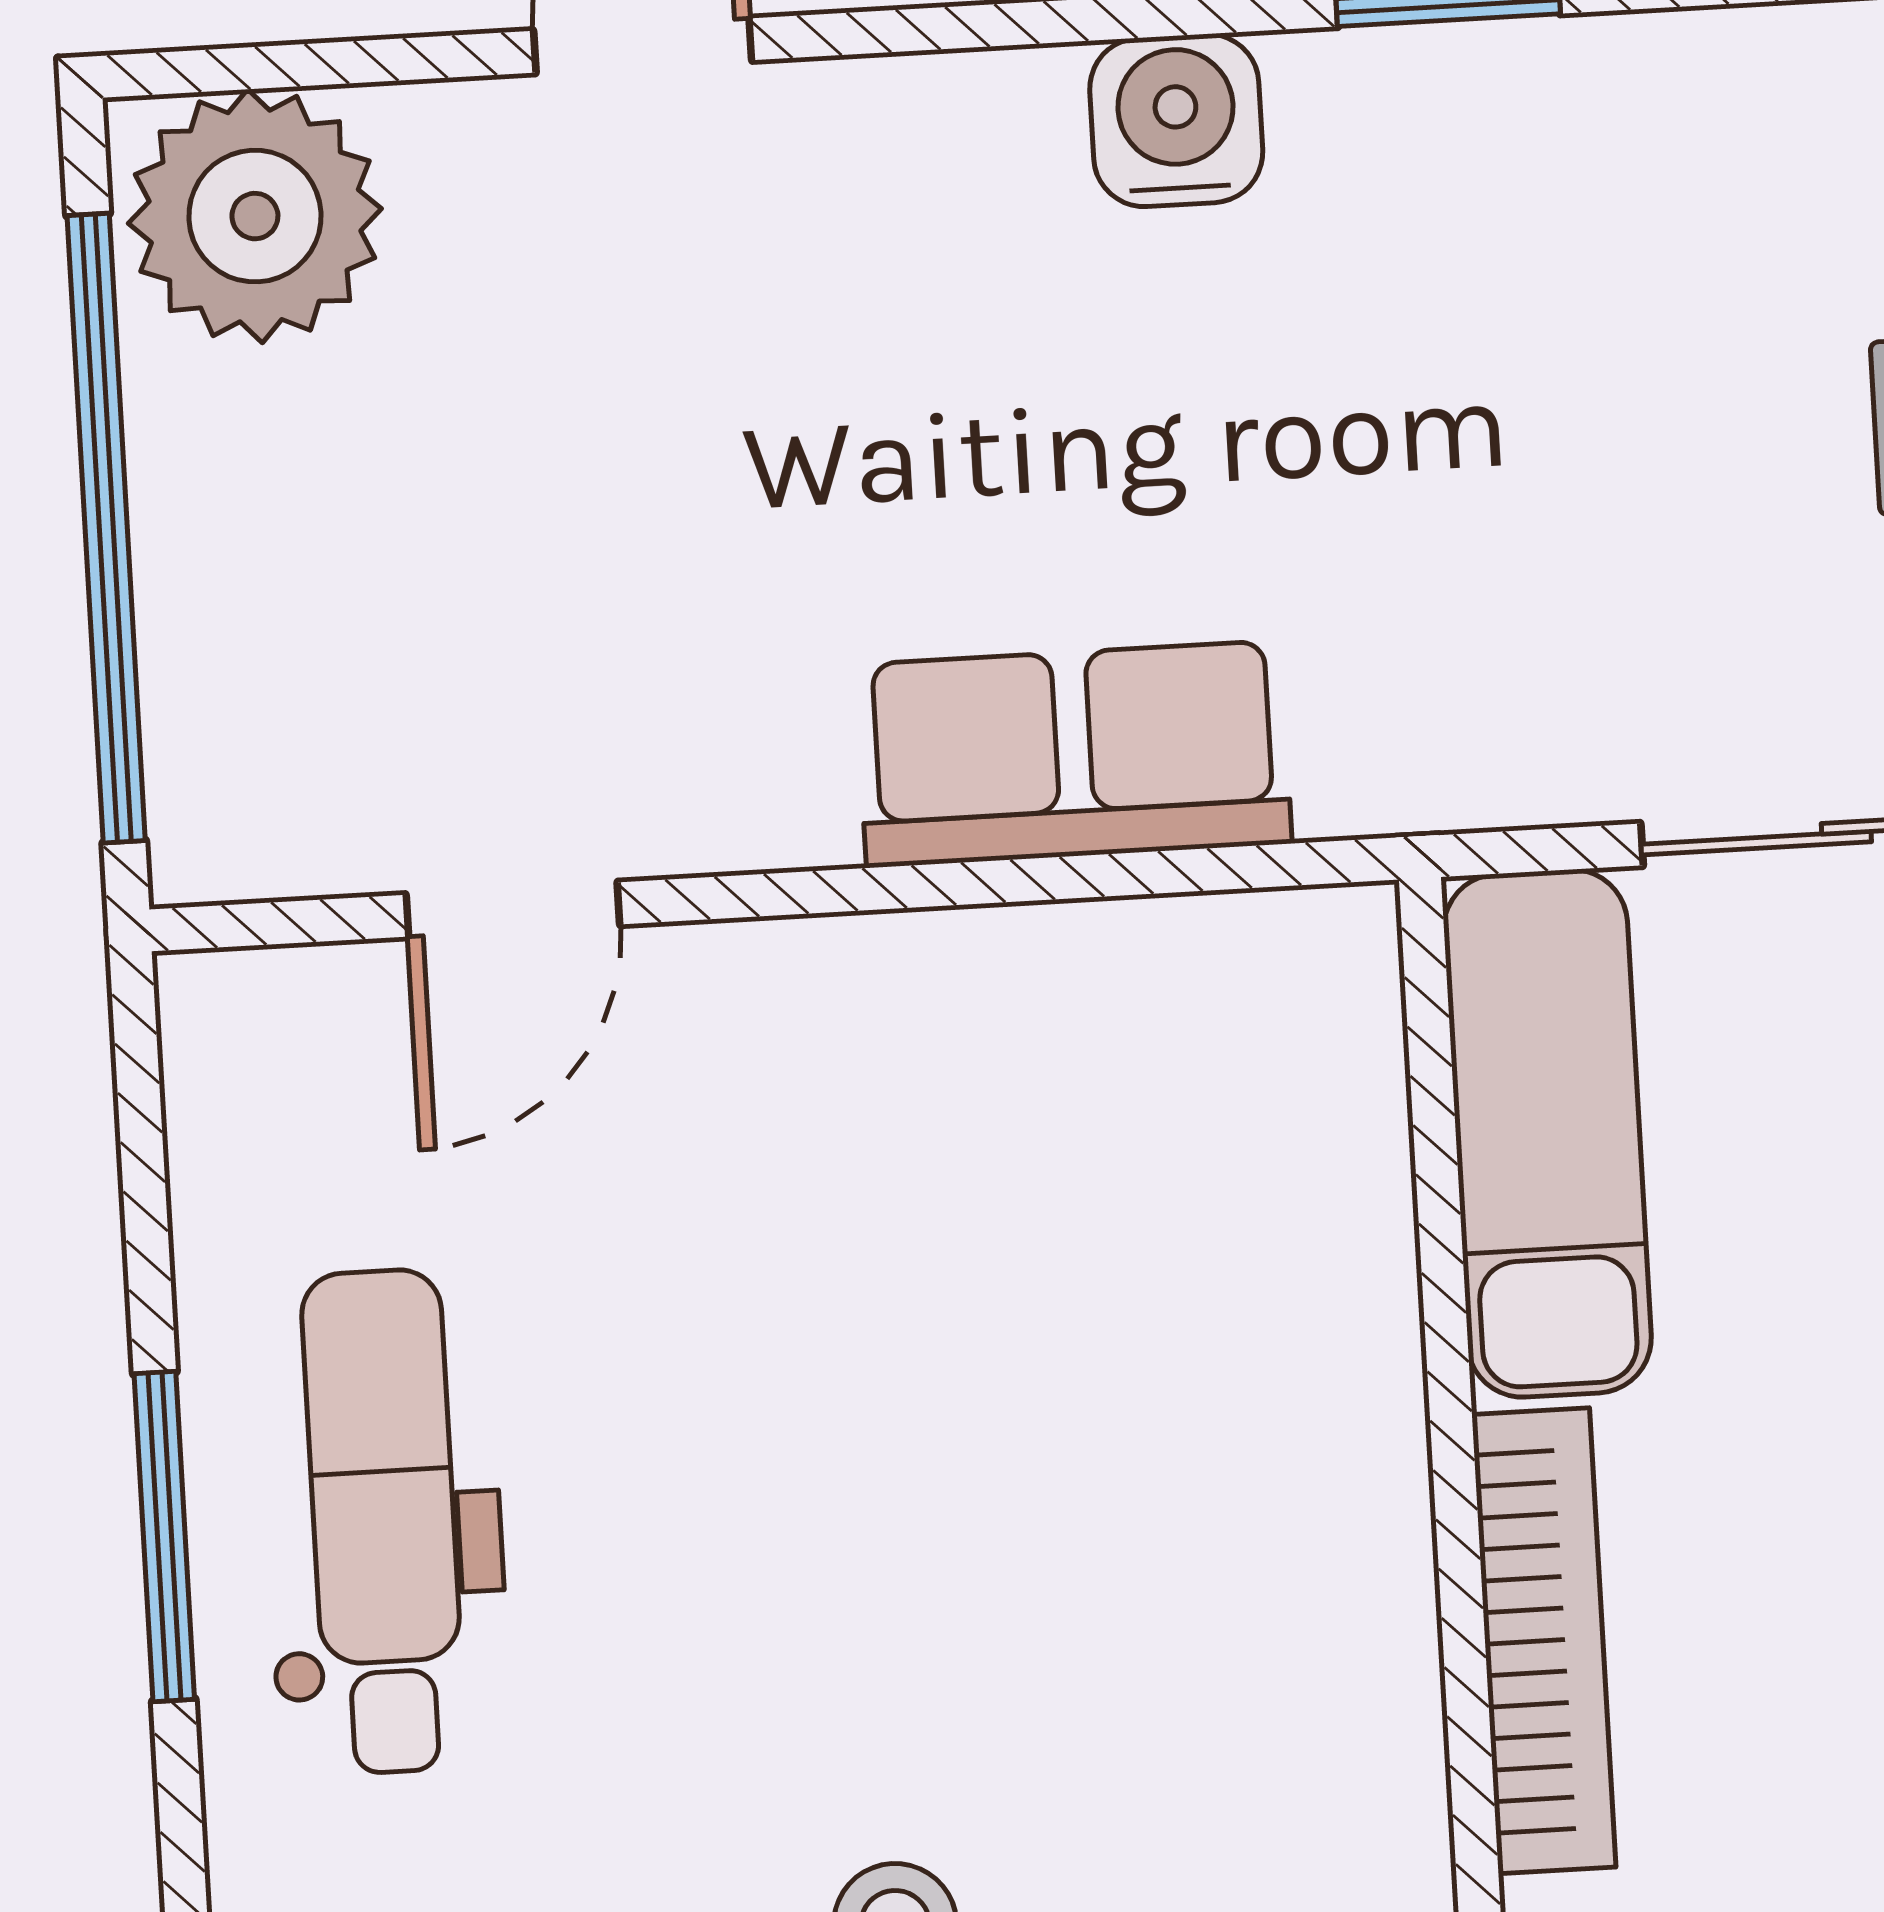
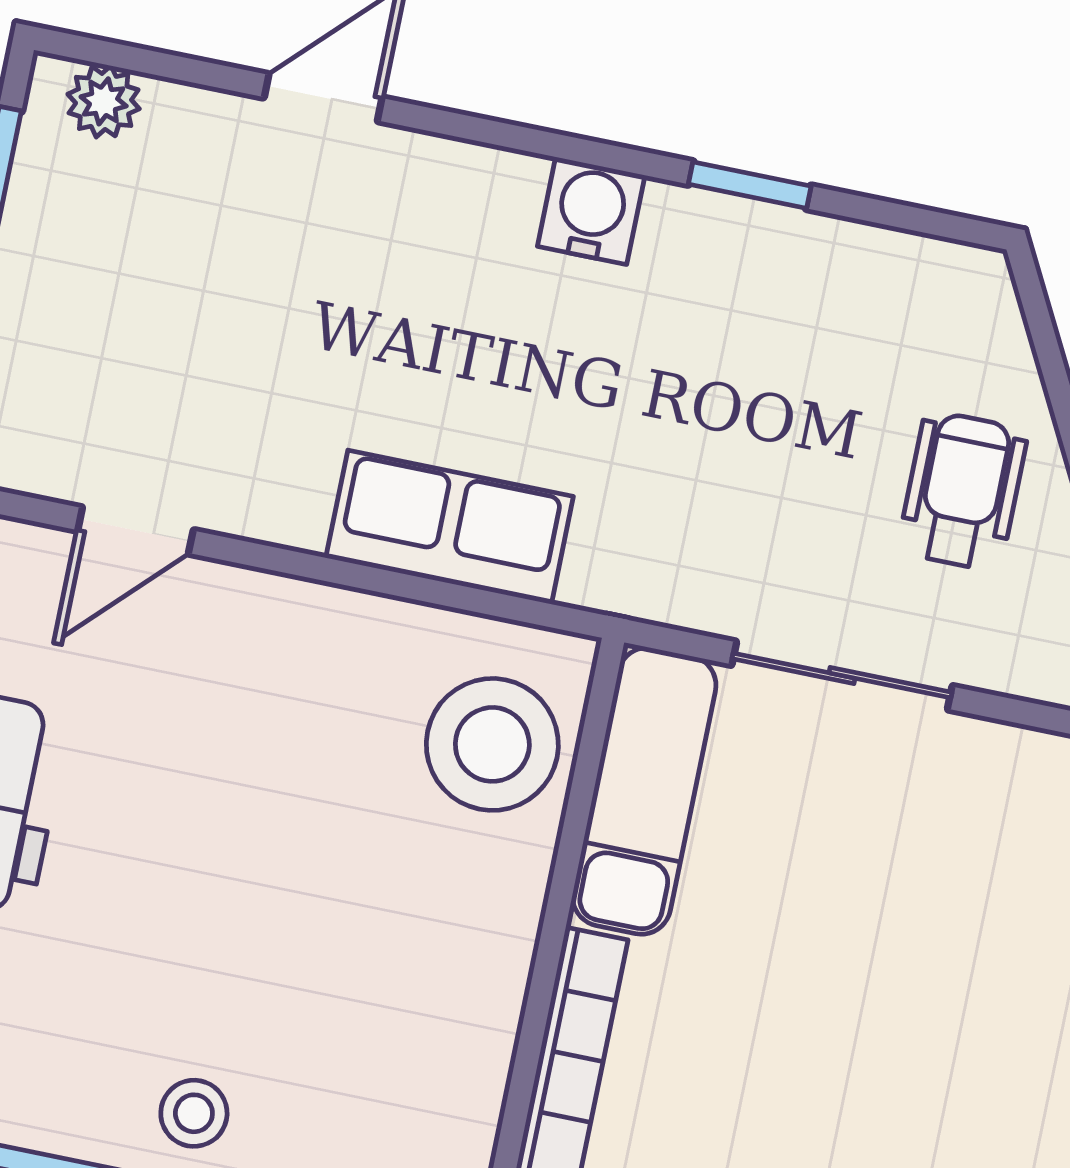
plant: (255, 216) -> (104, 101), width x0.53, depth x0.53
stool: (1253, 1123) -> (492, 744), added

